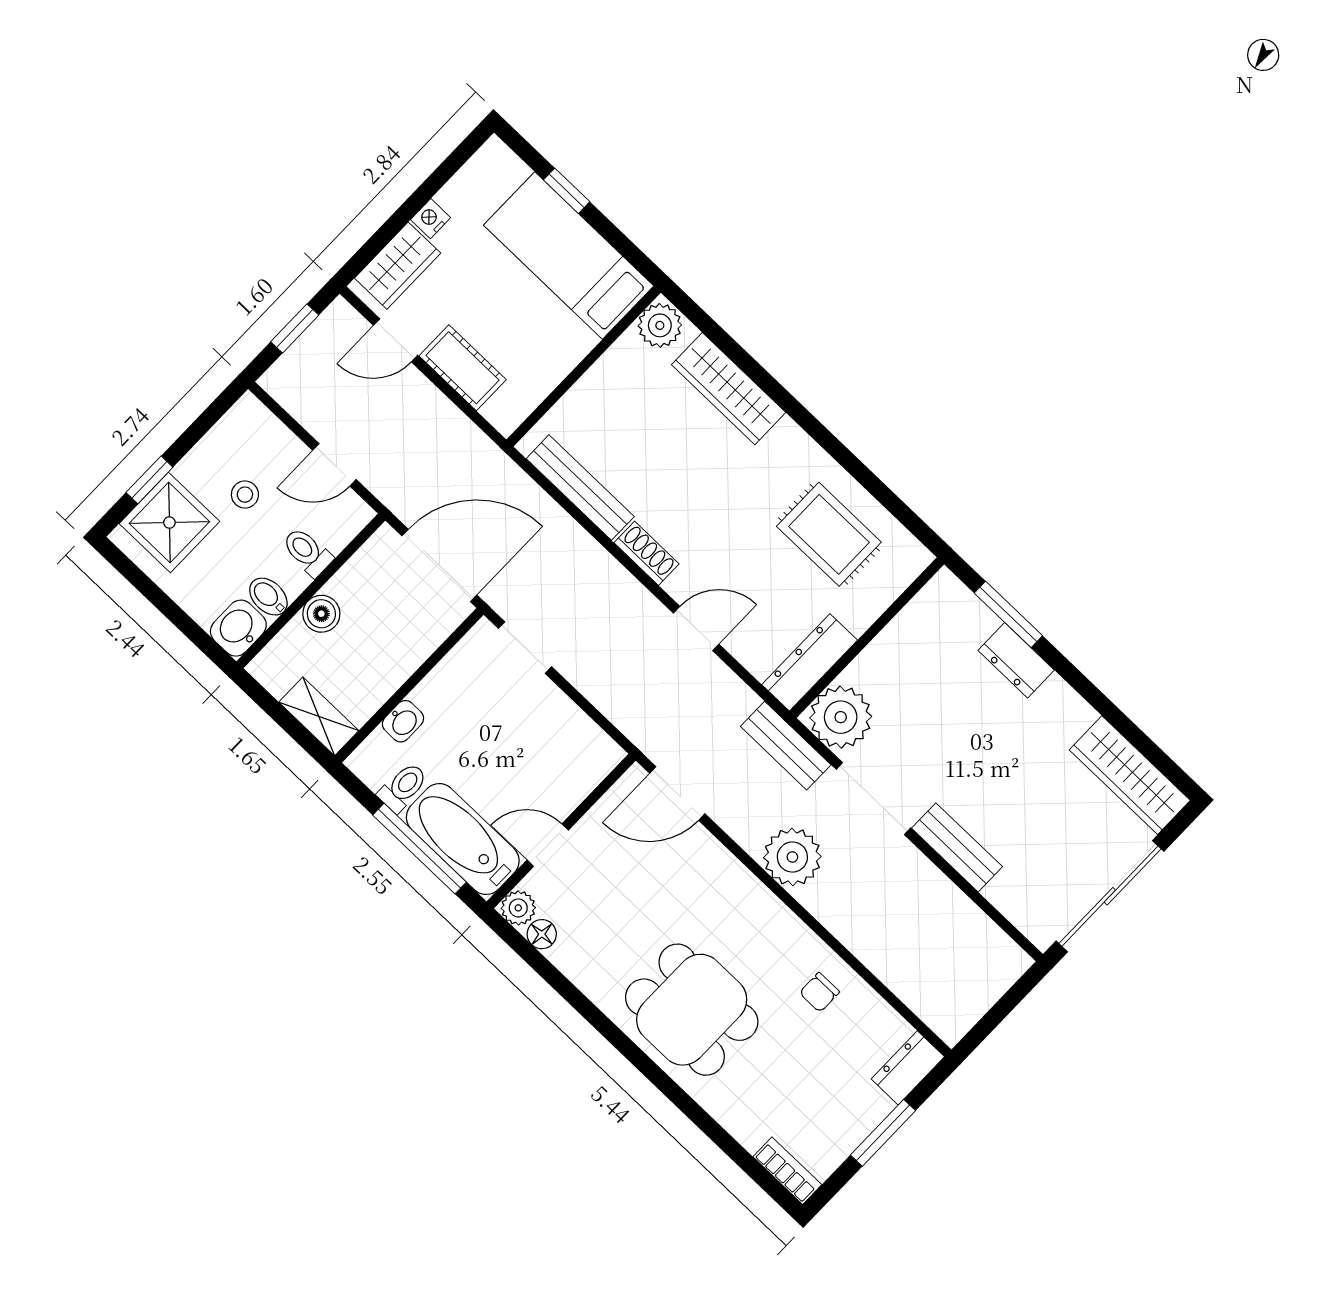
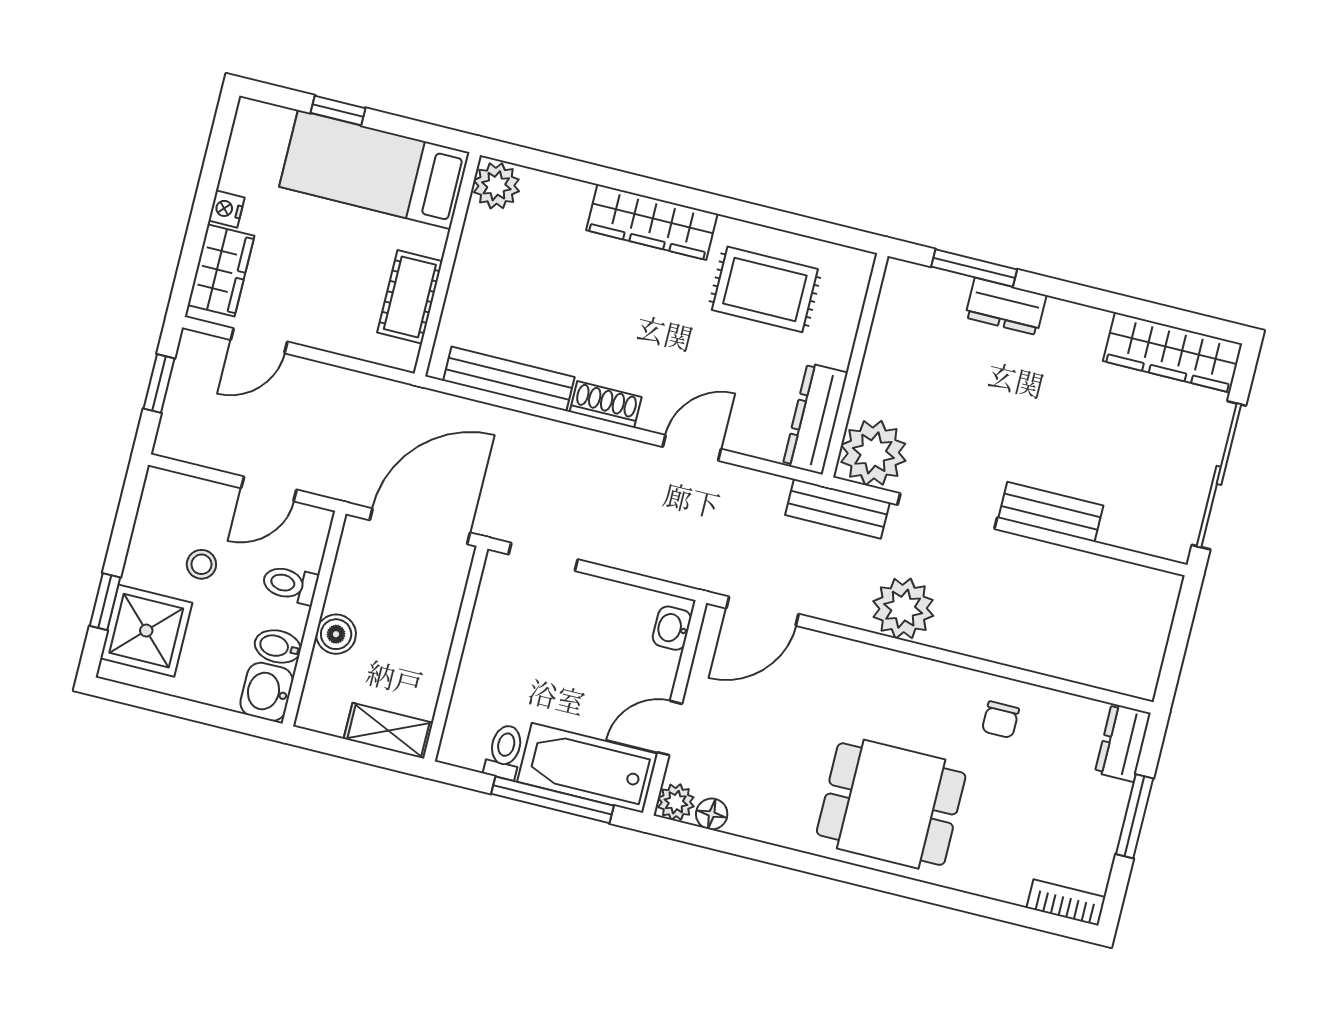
cot: (463, 368) -> (410, 297), moved, turned 90
wardrobe: (729, 389) -> (652, 222), moved
washbasin: (403, 721) -> (672, 628), moved, turned 180

